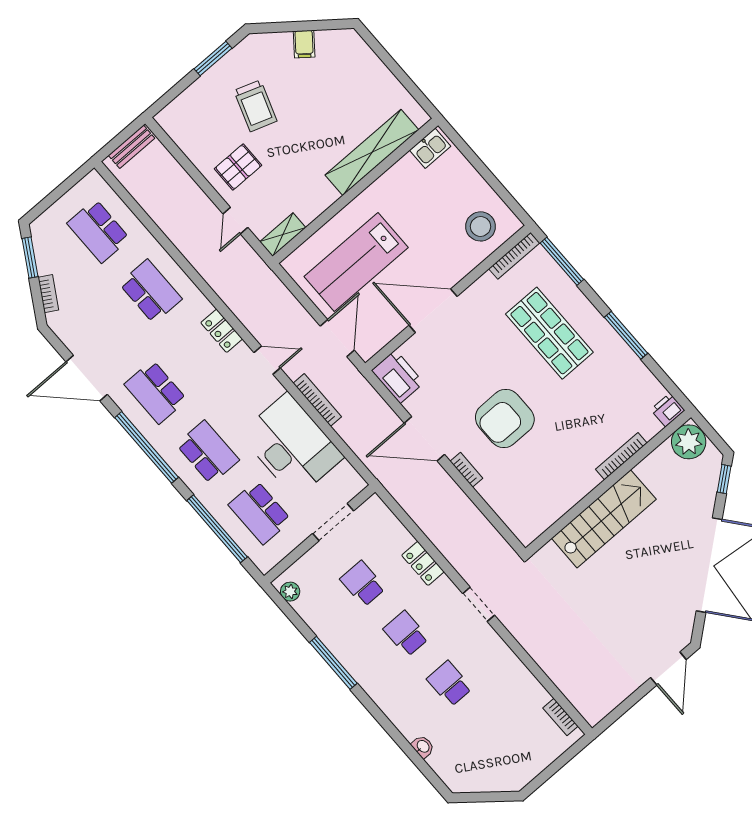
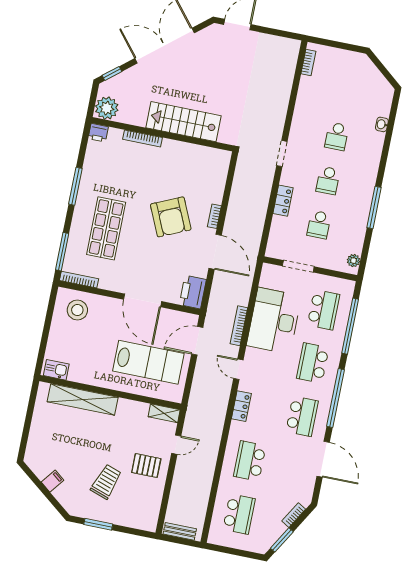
armchair: (505, 418) -> (171, 217), turned 66

